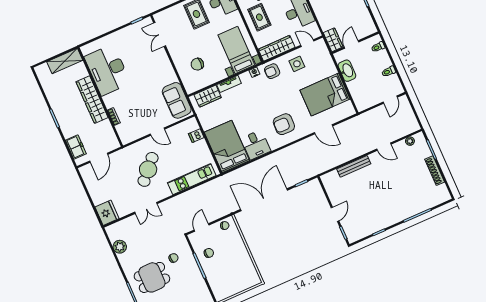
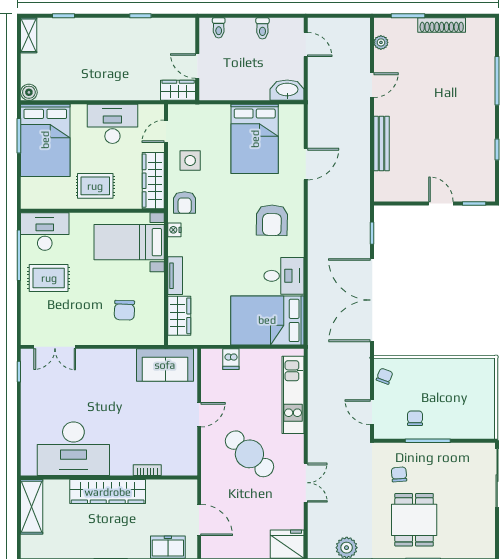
washbasin: (347, 71) -> (287, 90), moved

